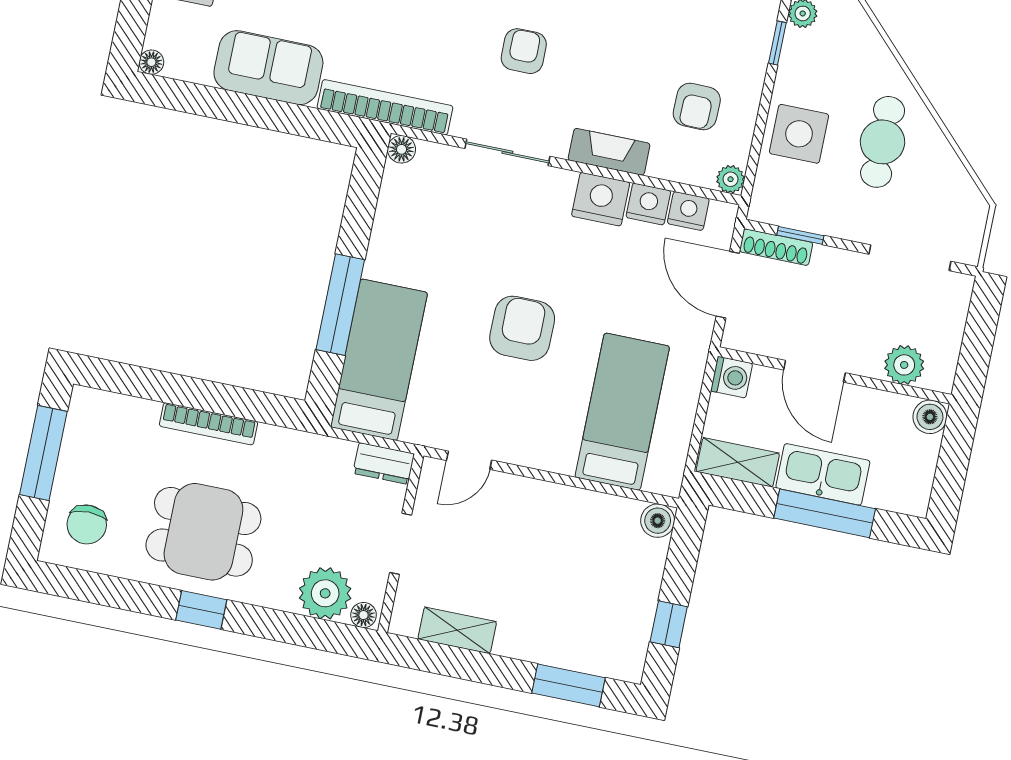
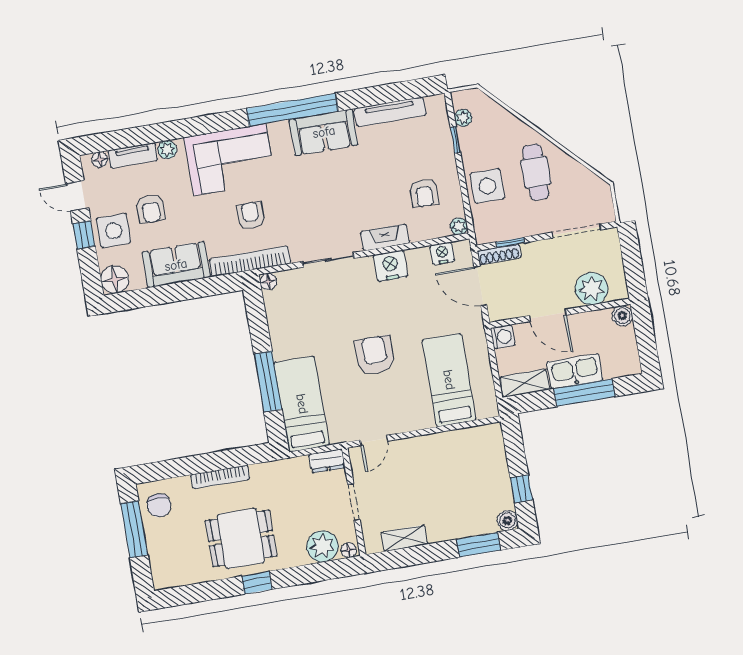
armchair: (524, 51) -> (251, 215), moved
floor lamp: (151, 62) -> (115, 280), width x1.89, depth x1.89
nightstand: (648, 204) -> (418, 258), removed
plant: (904, 365) -> (592, 289), width x1.36, depth x1.36
boiler: (658, 521) -> (507, 520), moved
chair: (87, 524) -> (159, 505), moved

